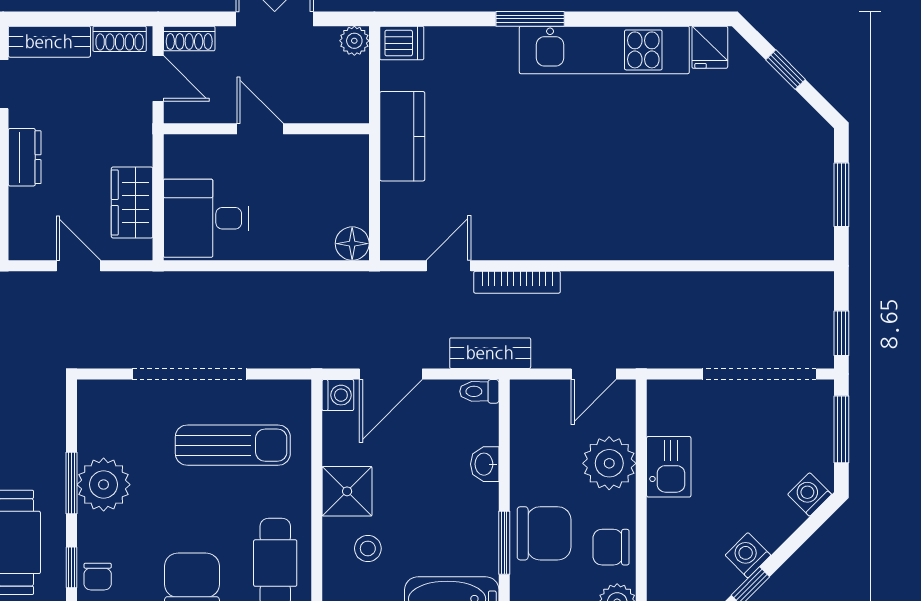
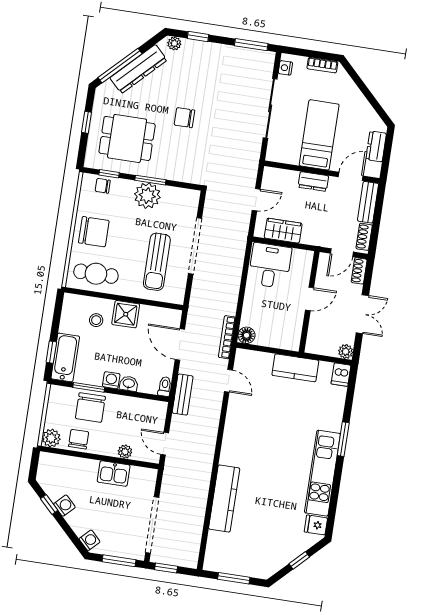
kitchen counter: (685, 238) -> (224, 498), added
bookcase: (517, 282) -> (227, 337), moved
washing machine: (338, 395) -> (111, 380), moved, turned 180
plant: (609, 463) -> (125, 452), width x0.53, depth x0.53

